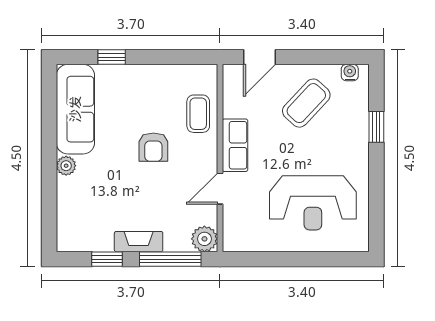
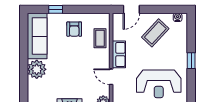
window: (376, 127) -> (191, 61), moved
armchair: (153, 147) -> (74, 29), moved
plant: (66, 166) -> (37, 69), width x1.87, depth x1.87
door: (220, 189) -> (111, 77), hinge flipped

